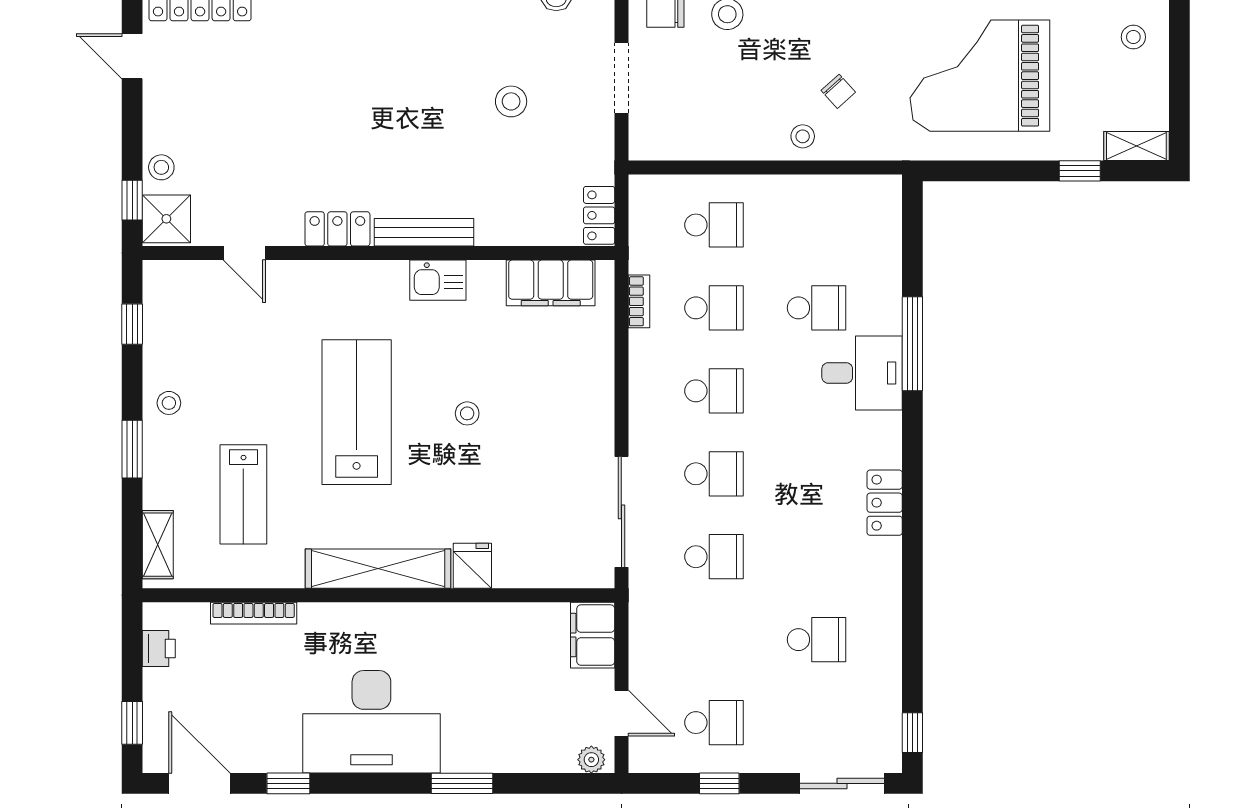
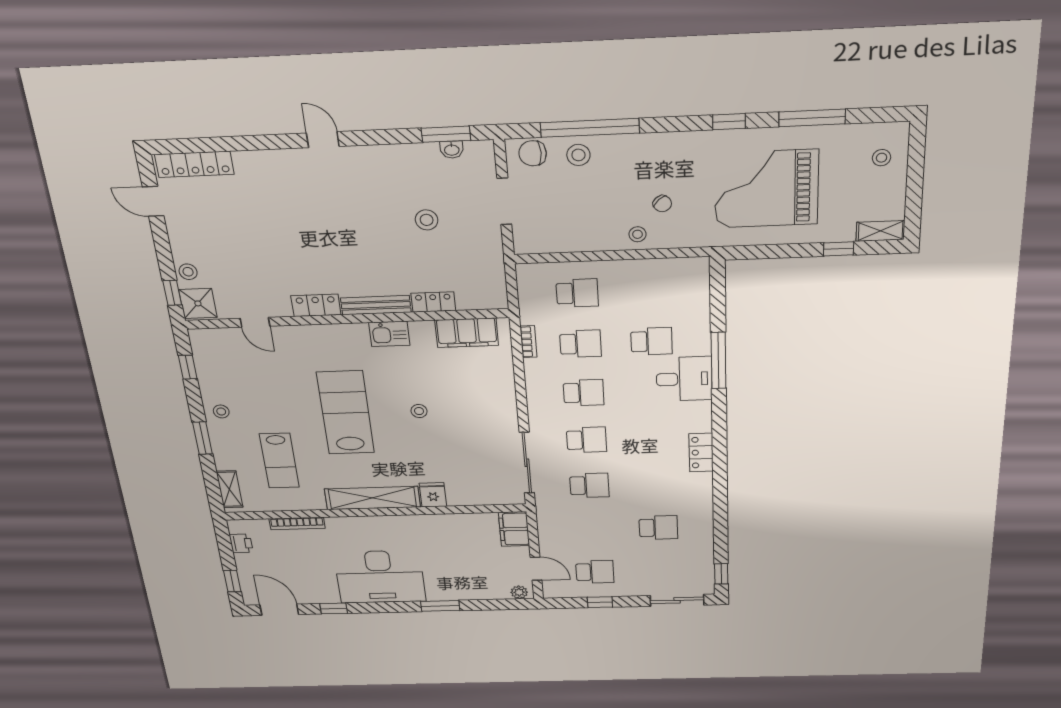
locker: (599, 215) -> (433, 302), moved, turned 90

